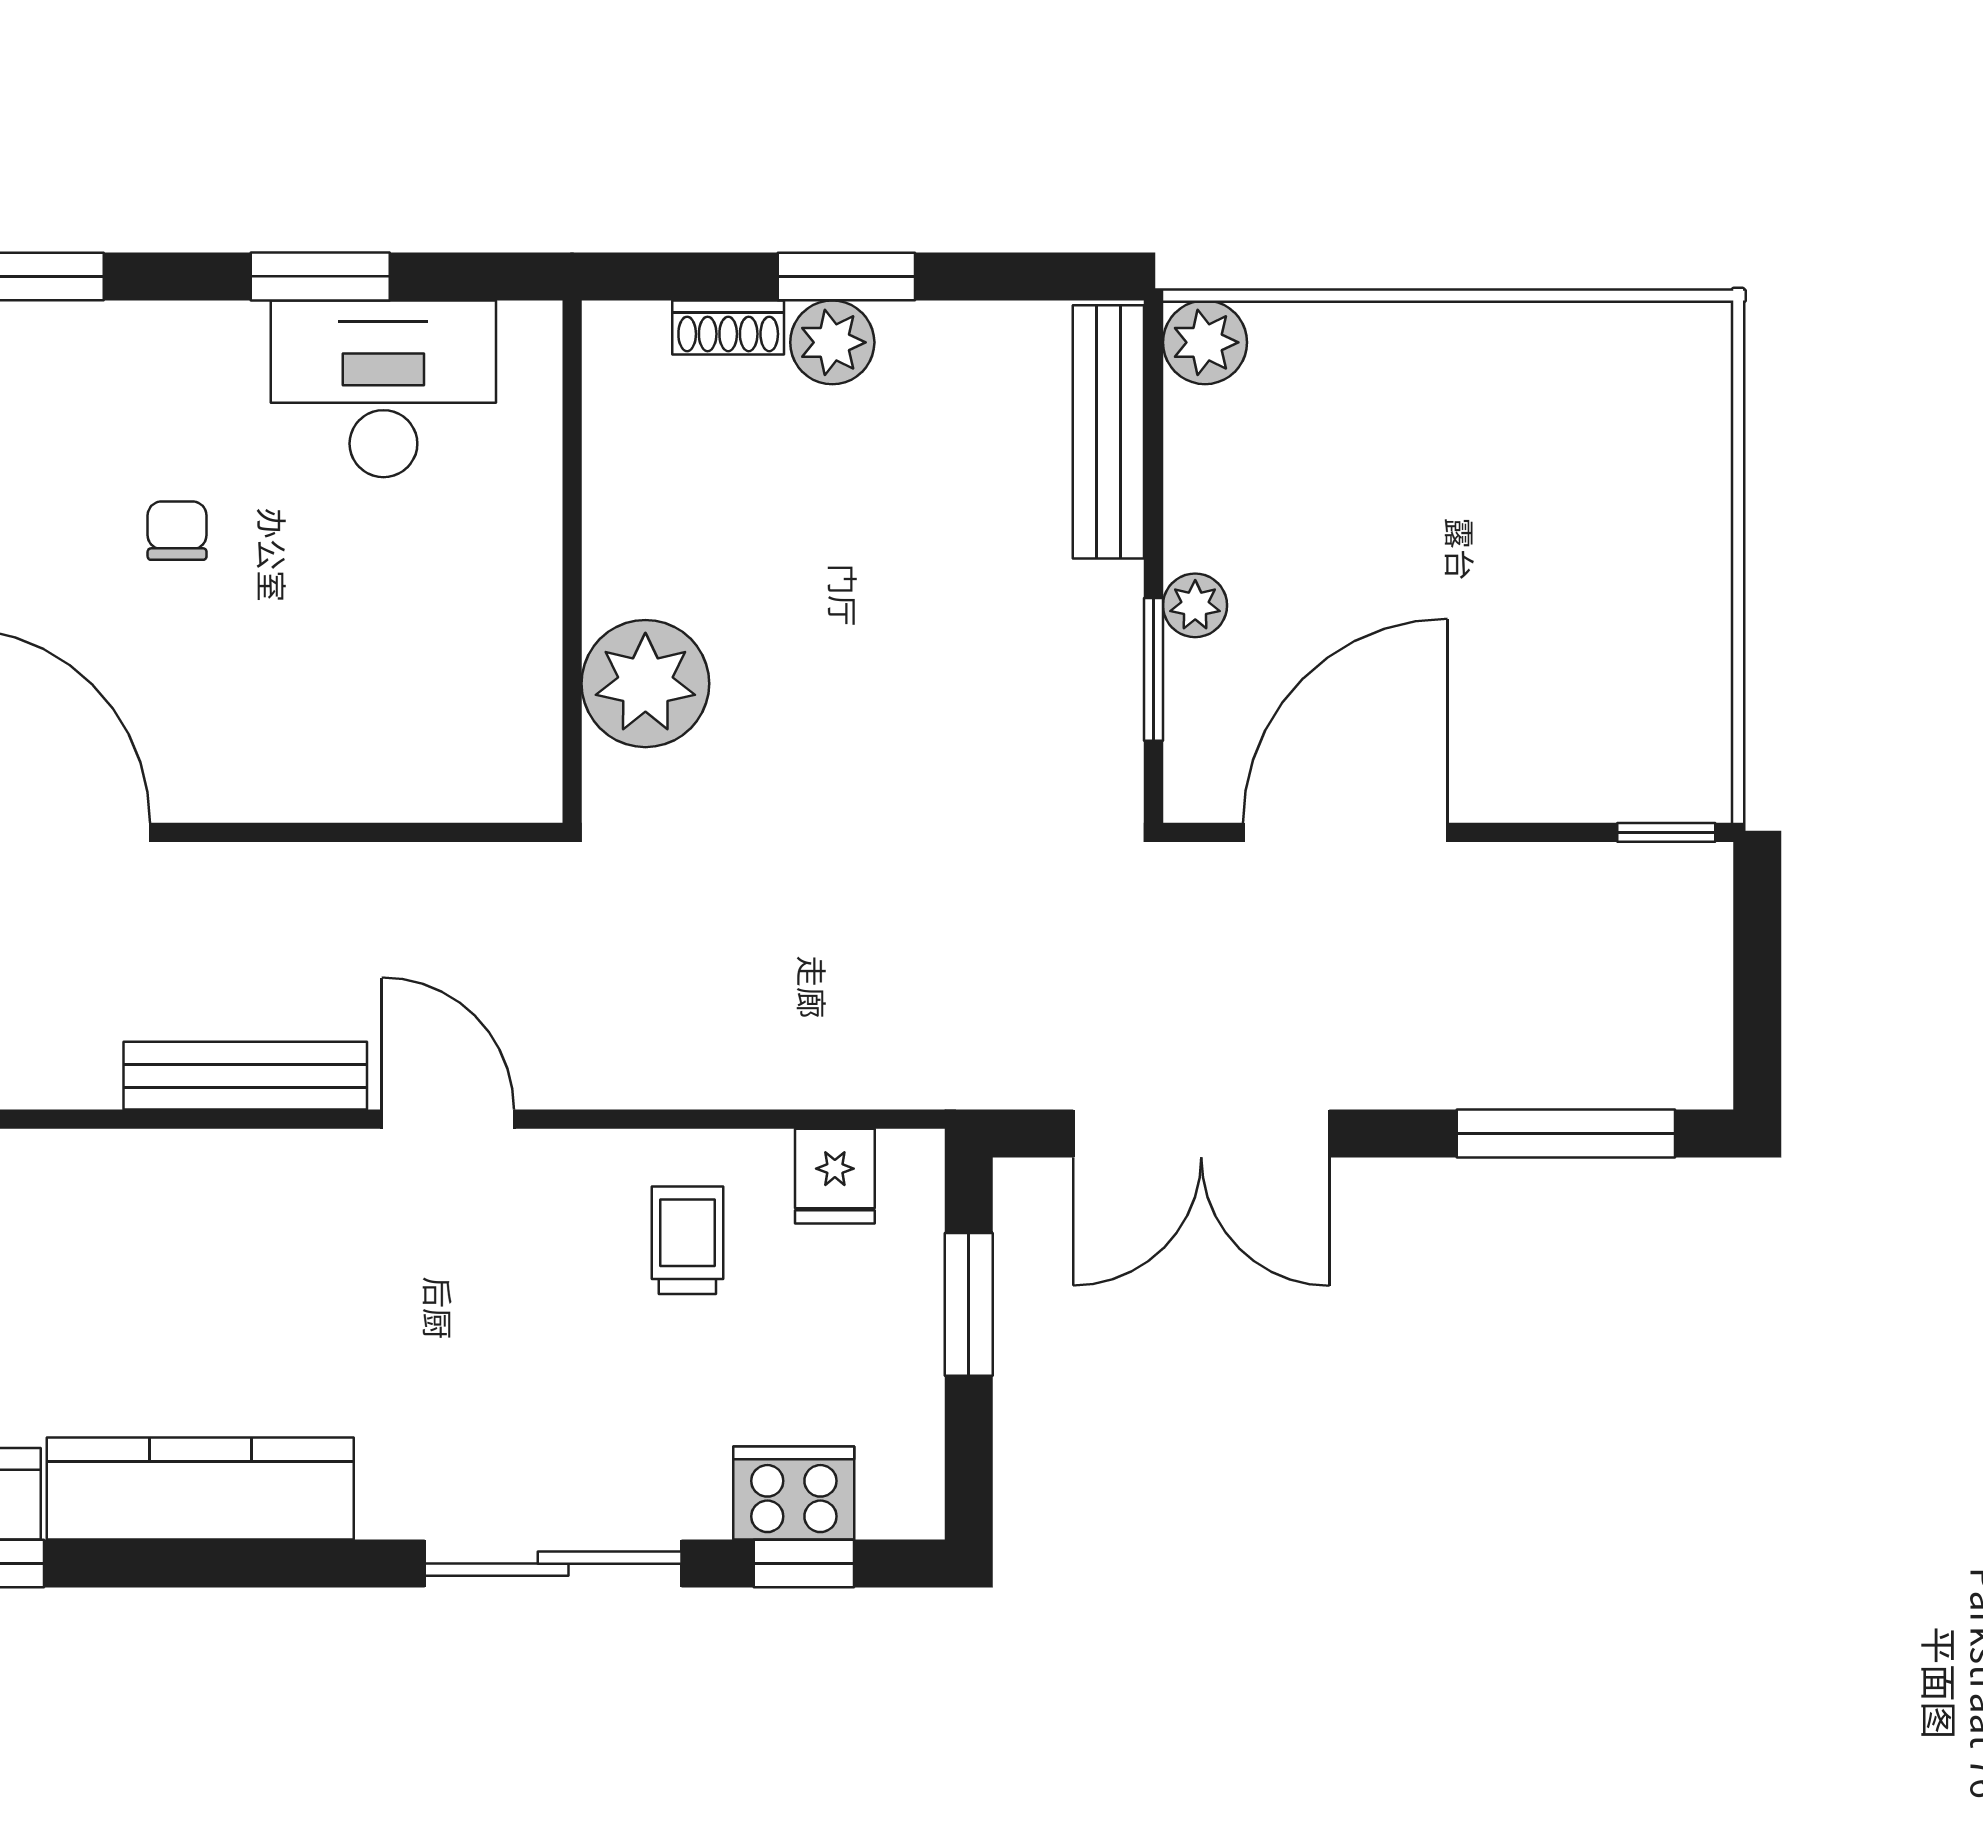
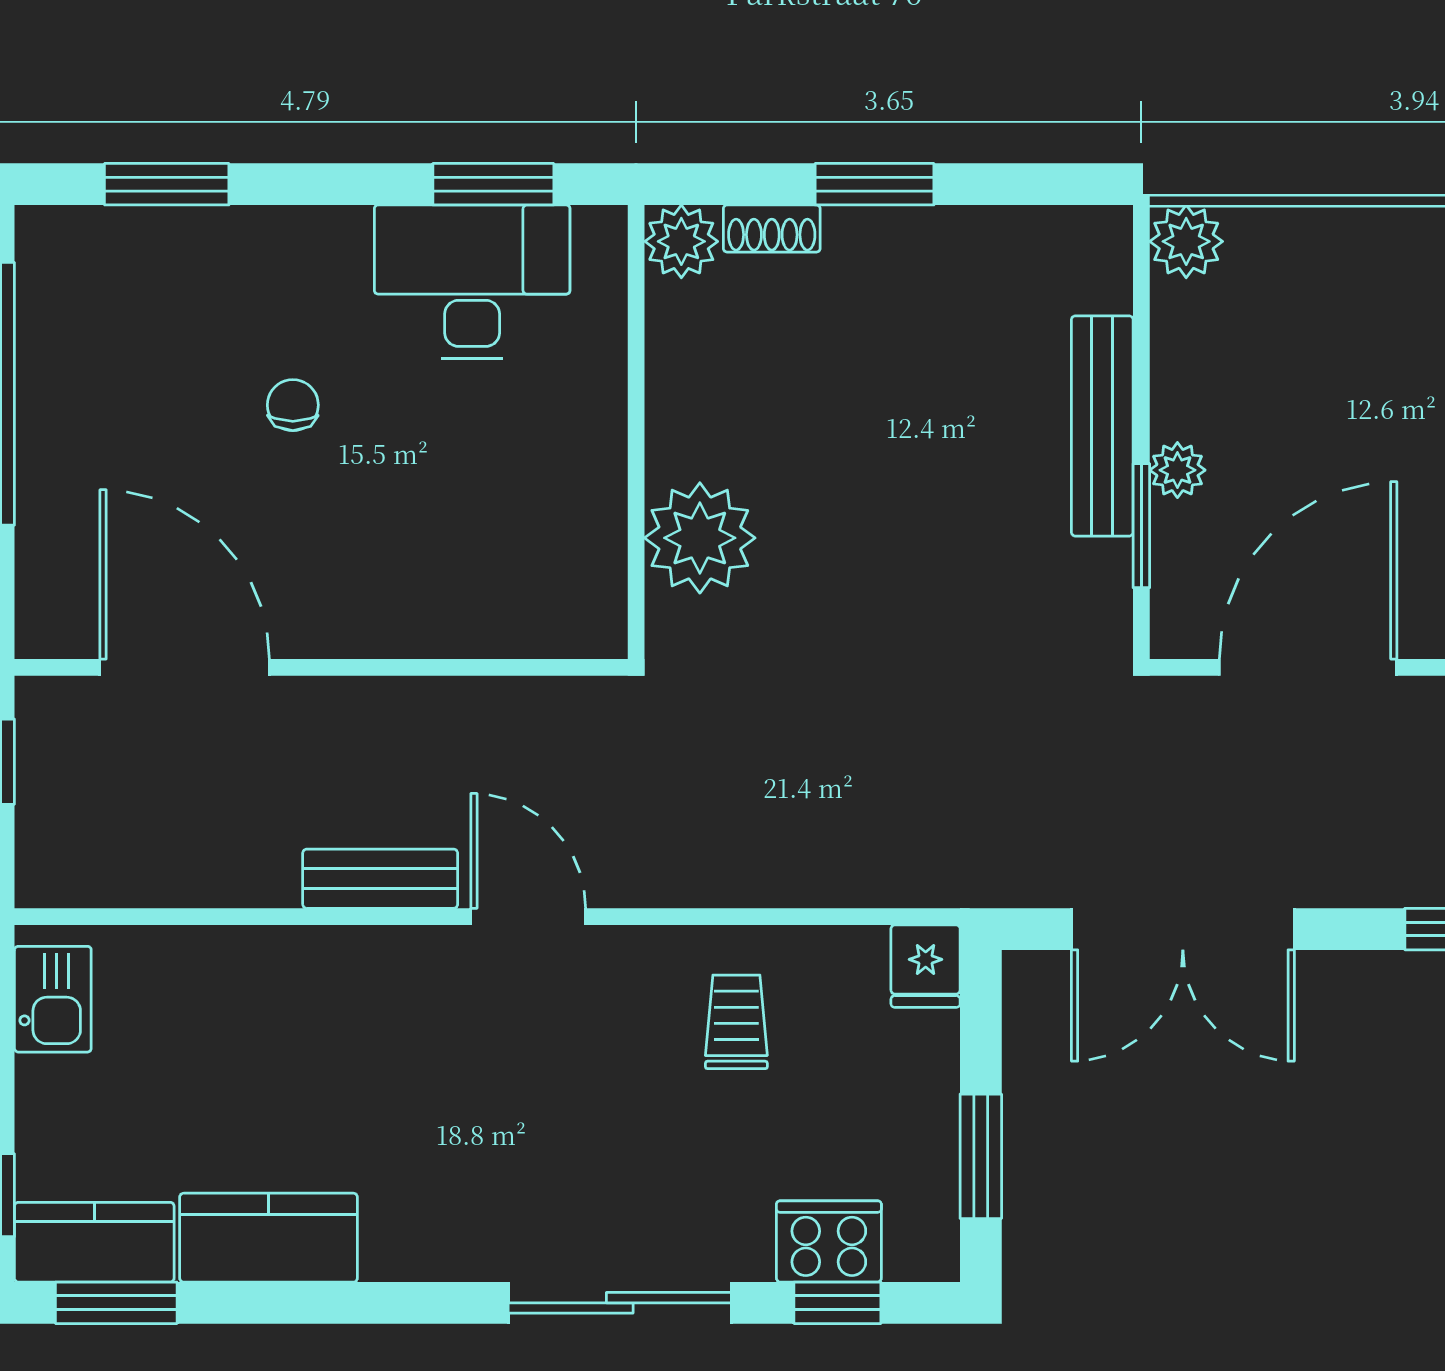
window: (320, 276) -> (493, 184), moved
plant: (832, 342) -> (681, 241), moved
bench: (1108, 432) -> (1102, 426), moved
bench: (245, 1076) -> (380, 879), width x0.73
fridge: (835, 1176) -> (926, 966), moved
window: (969, 1304) -> (981, 1156), moved
kitchen counter: (200, 1489) -> (269, 1238), width x0.67

